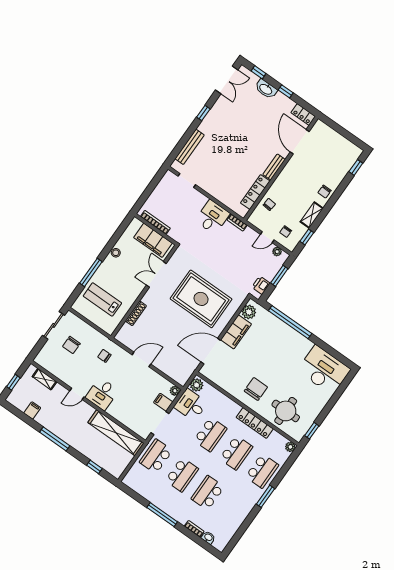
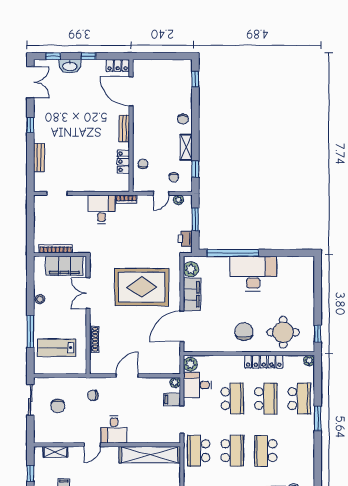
bench: (190, 147) -> (39, 157), width x0.73
locker: (255, 192) -> (123, 162), width x0.66
desk: (324, 370) -> (253, 274), moved

